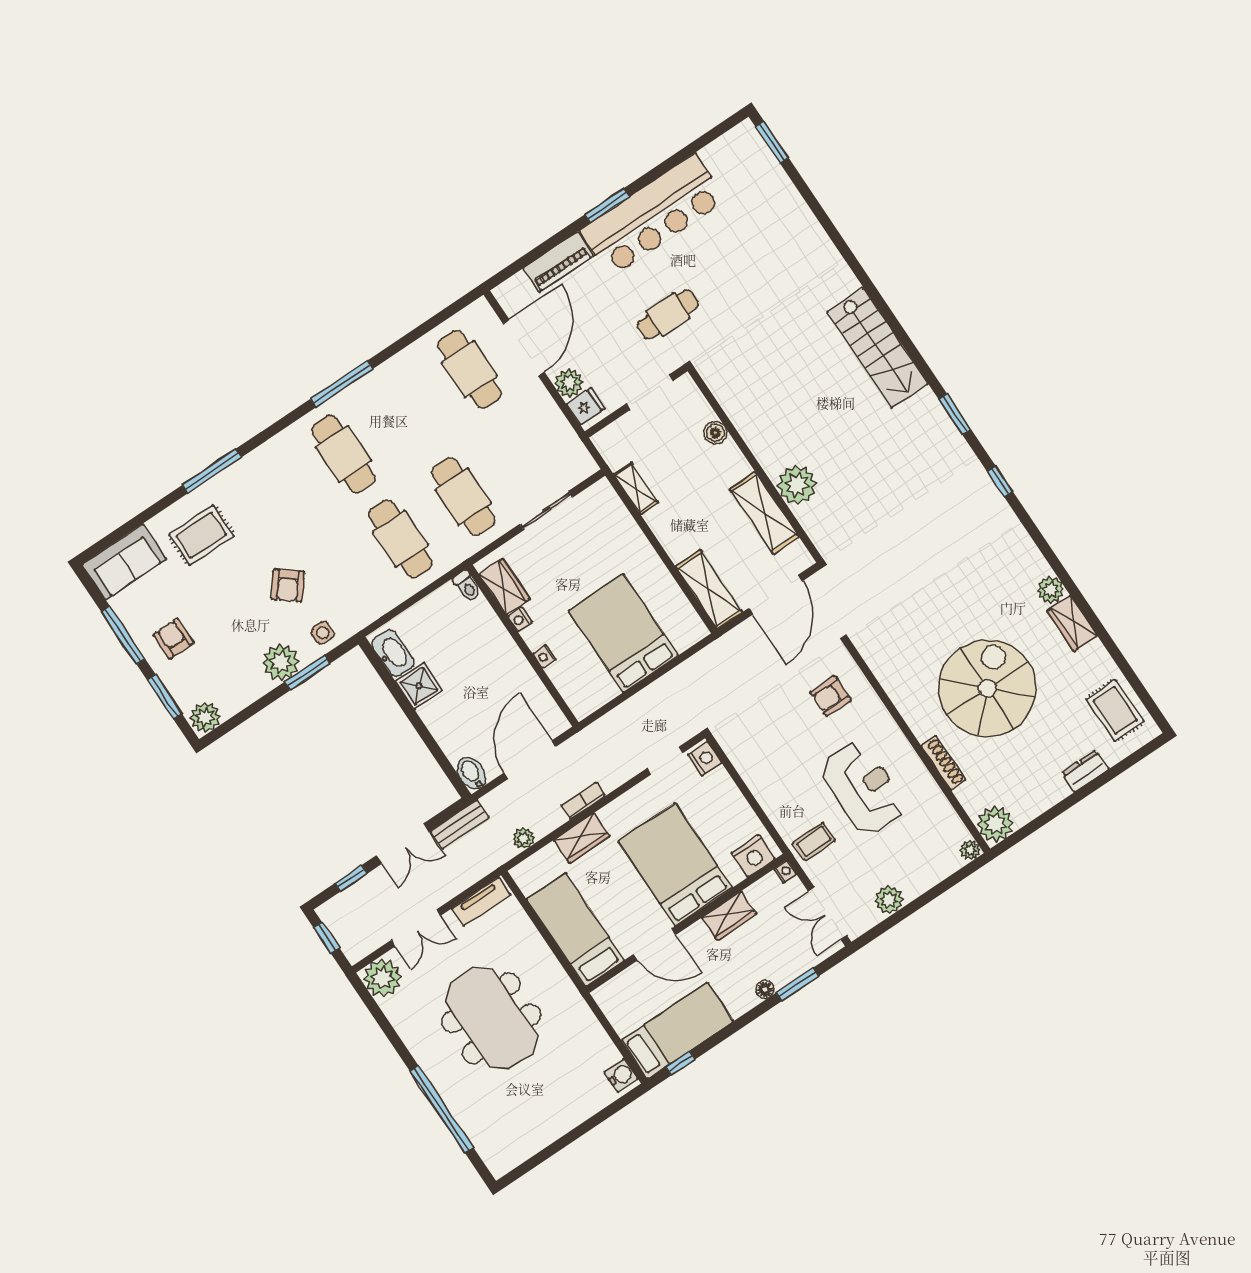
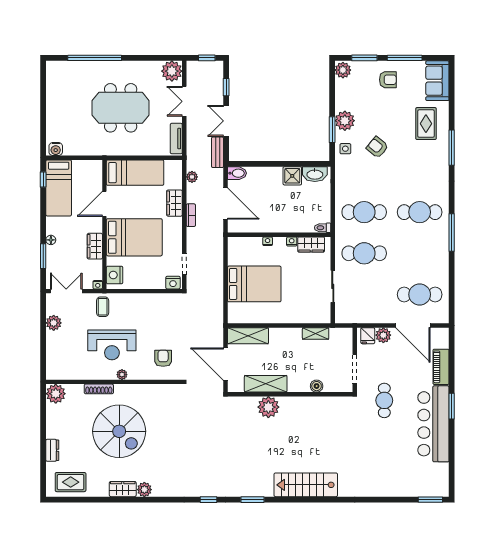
plant: (970, 850) -> (122, 375), moved

